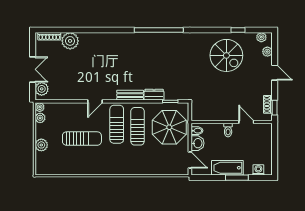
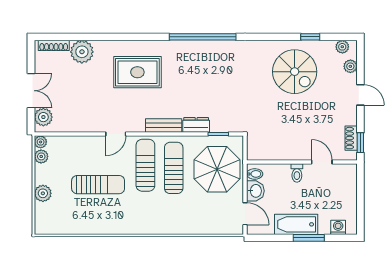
rug: (111, 56) -> (137, 72), added

